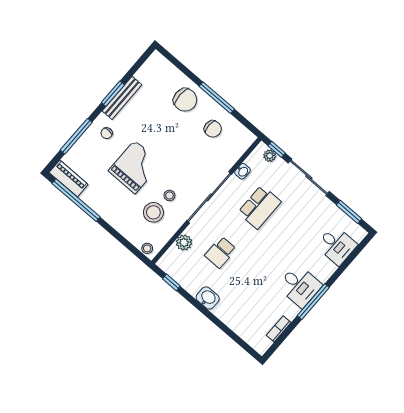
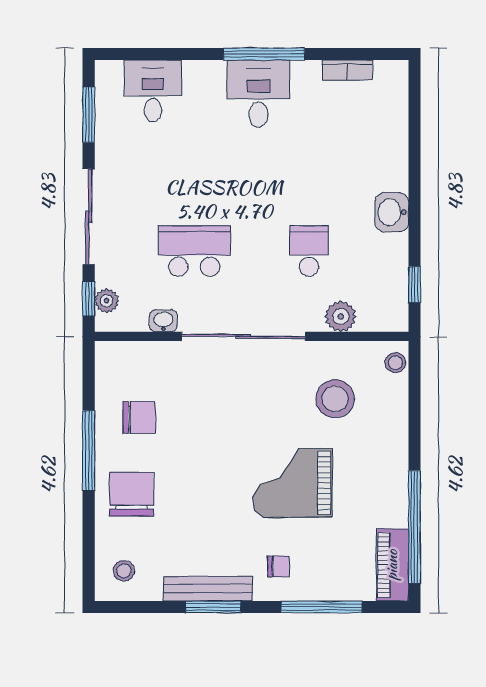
chair: (213, 129) -> (139, 417), turned 90
stool: (169, 195) -> (124, 571), moved
school desk: (220, 252) -> (309, 251), turned -90

